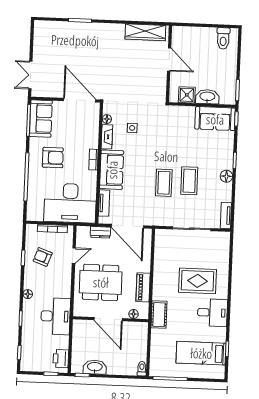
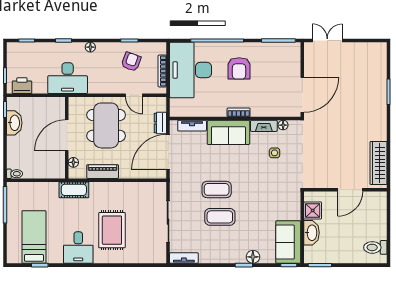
sofa: (41, 119) -> (281, 54), removed
floor lamp: (226, 176) -> (253, 257), moved
desk: (70, 203) -> (191, 70), moved

